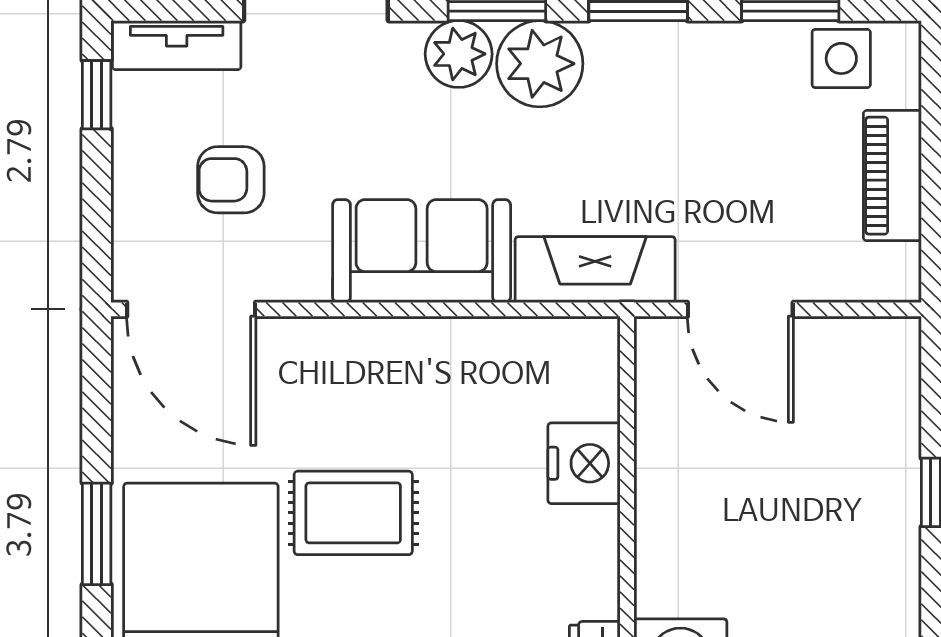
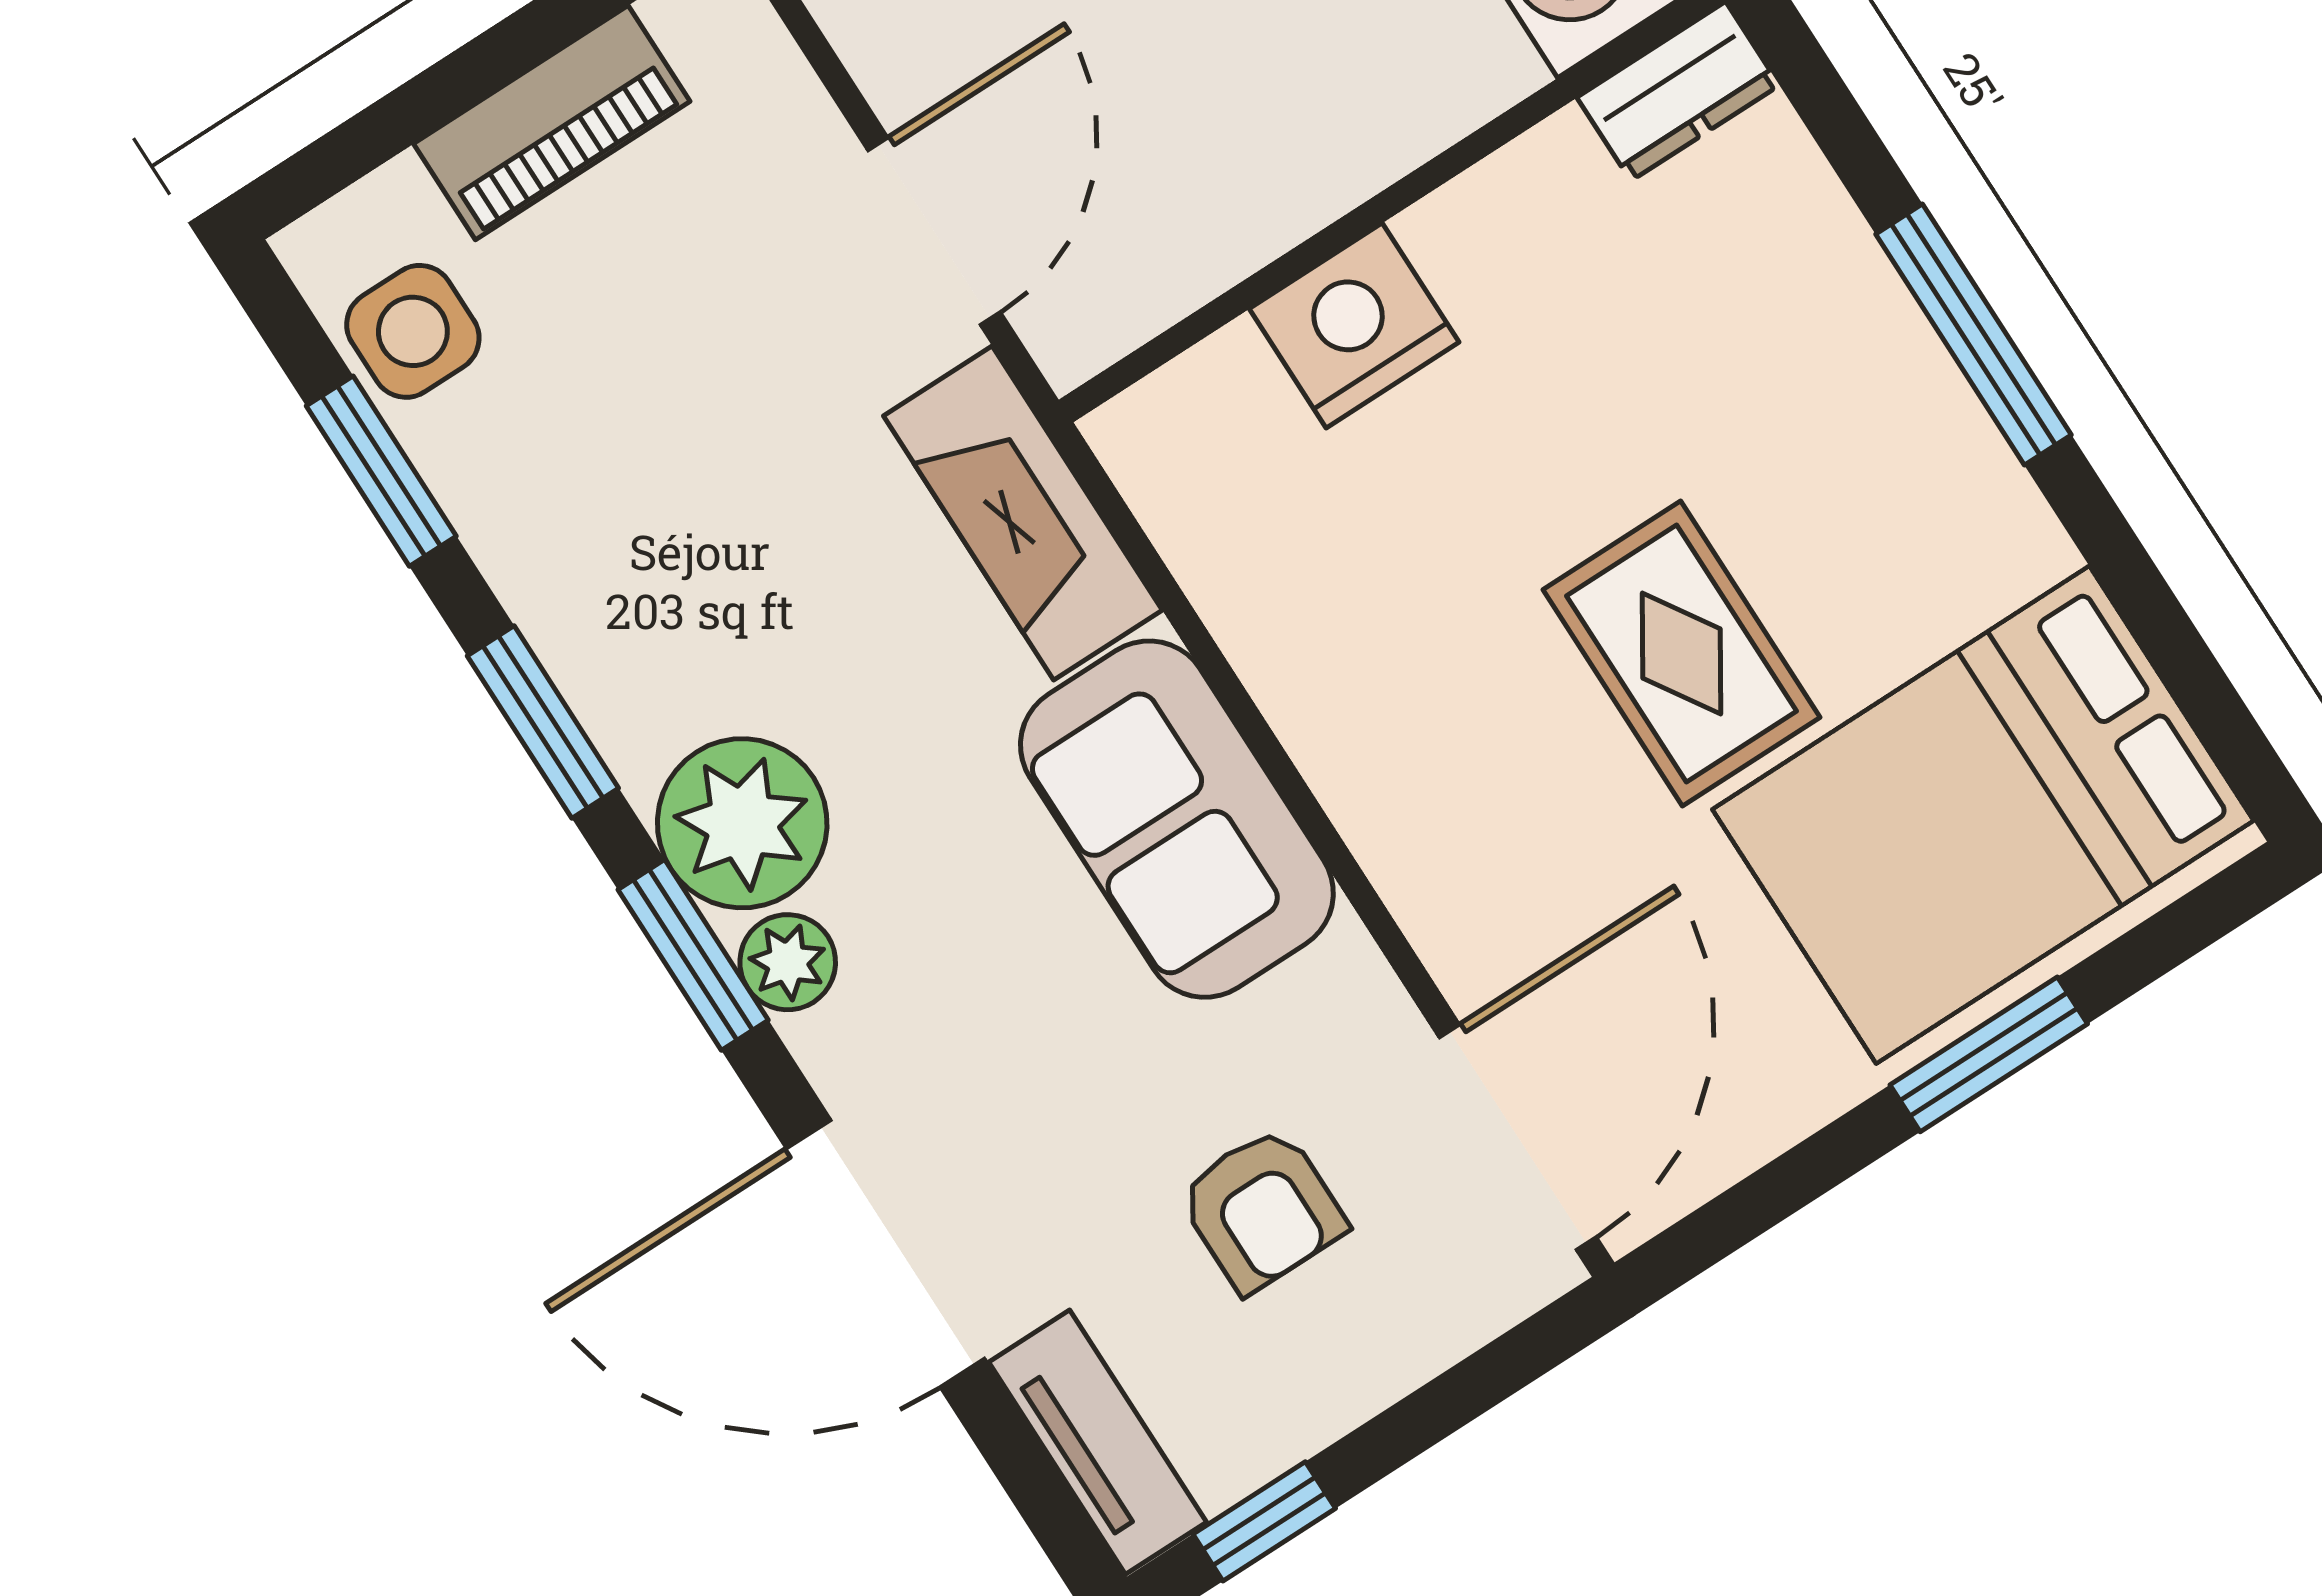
plant: (459, 54) -> (788, 962), width x0.73, depth x0.73

